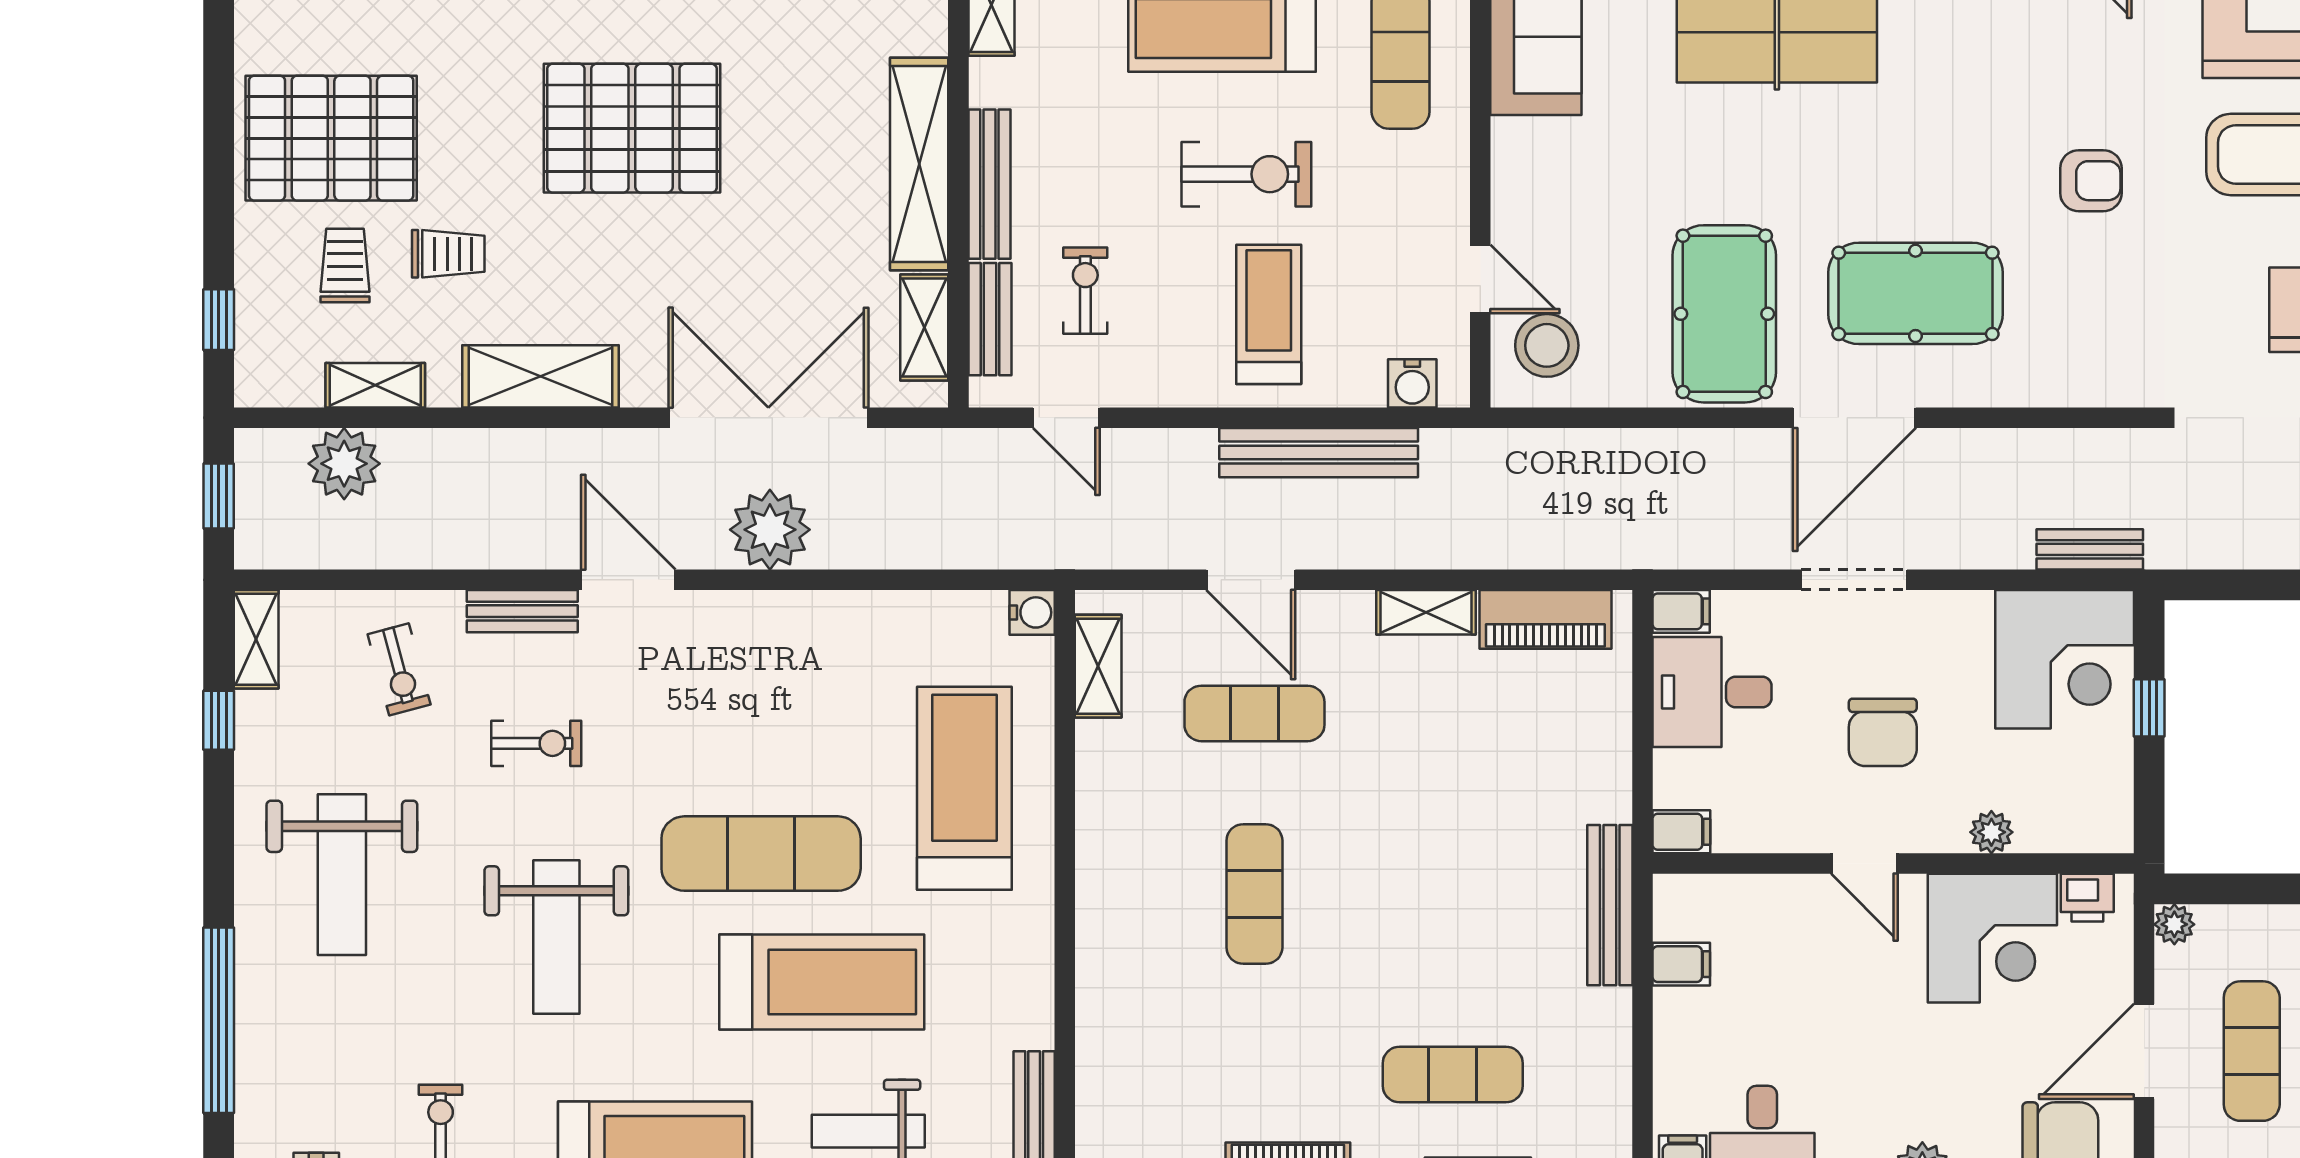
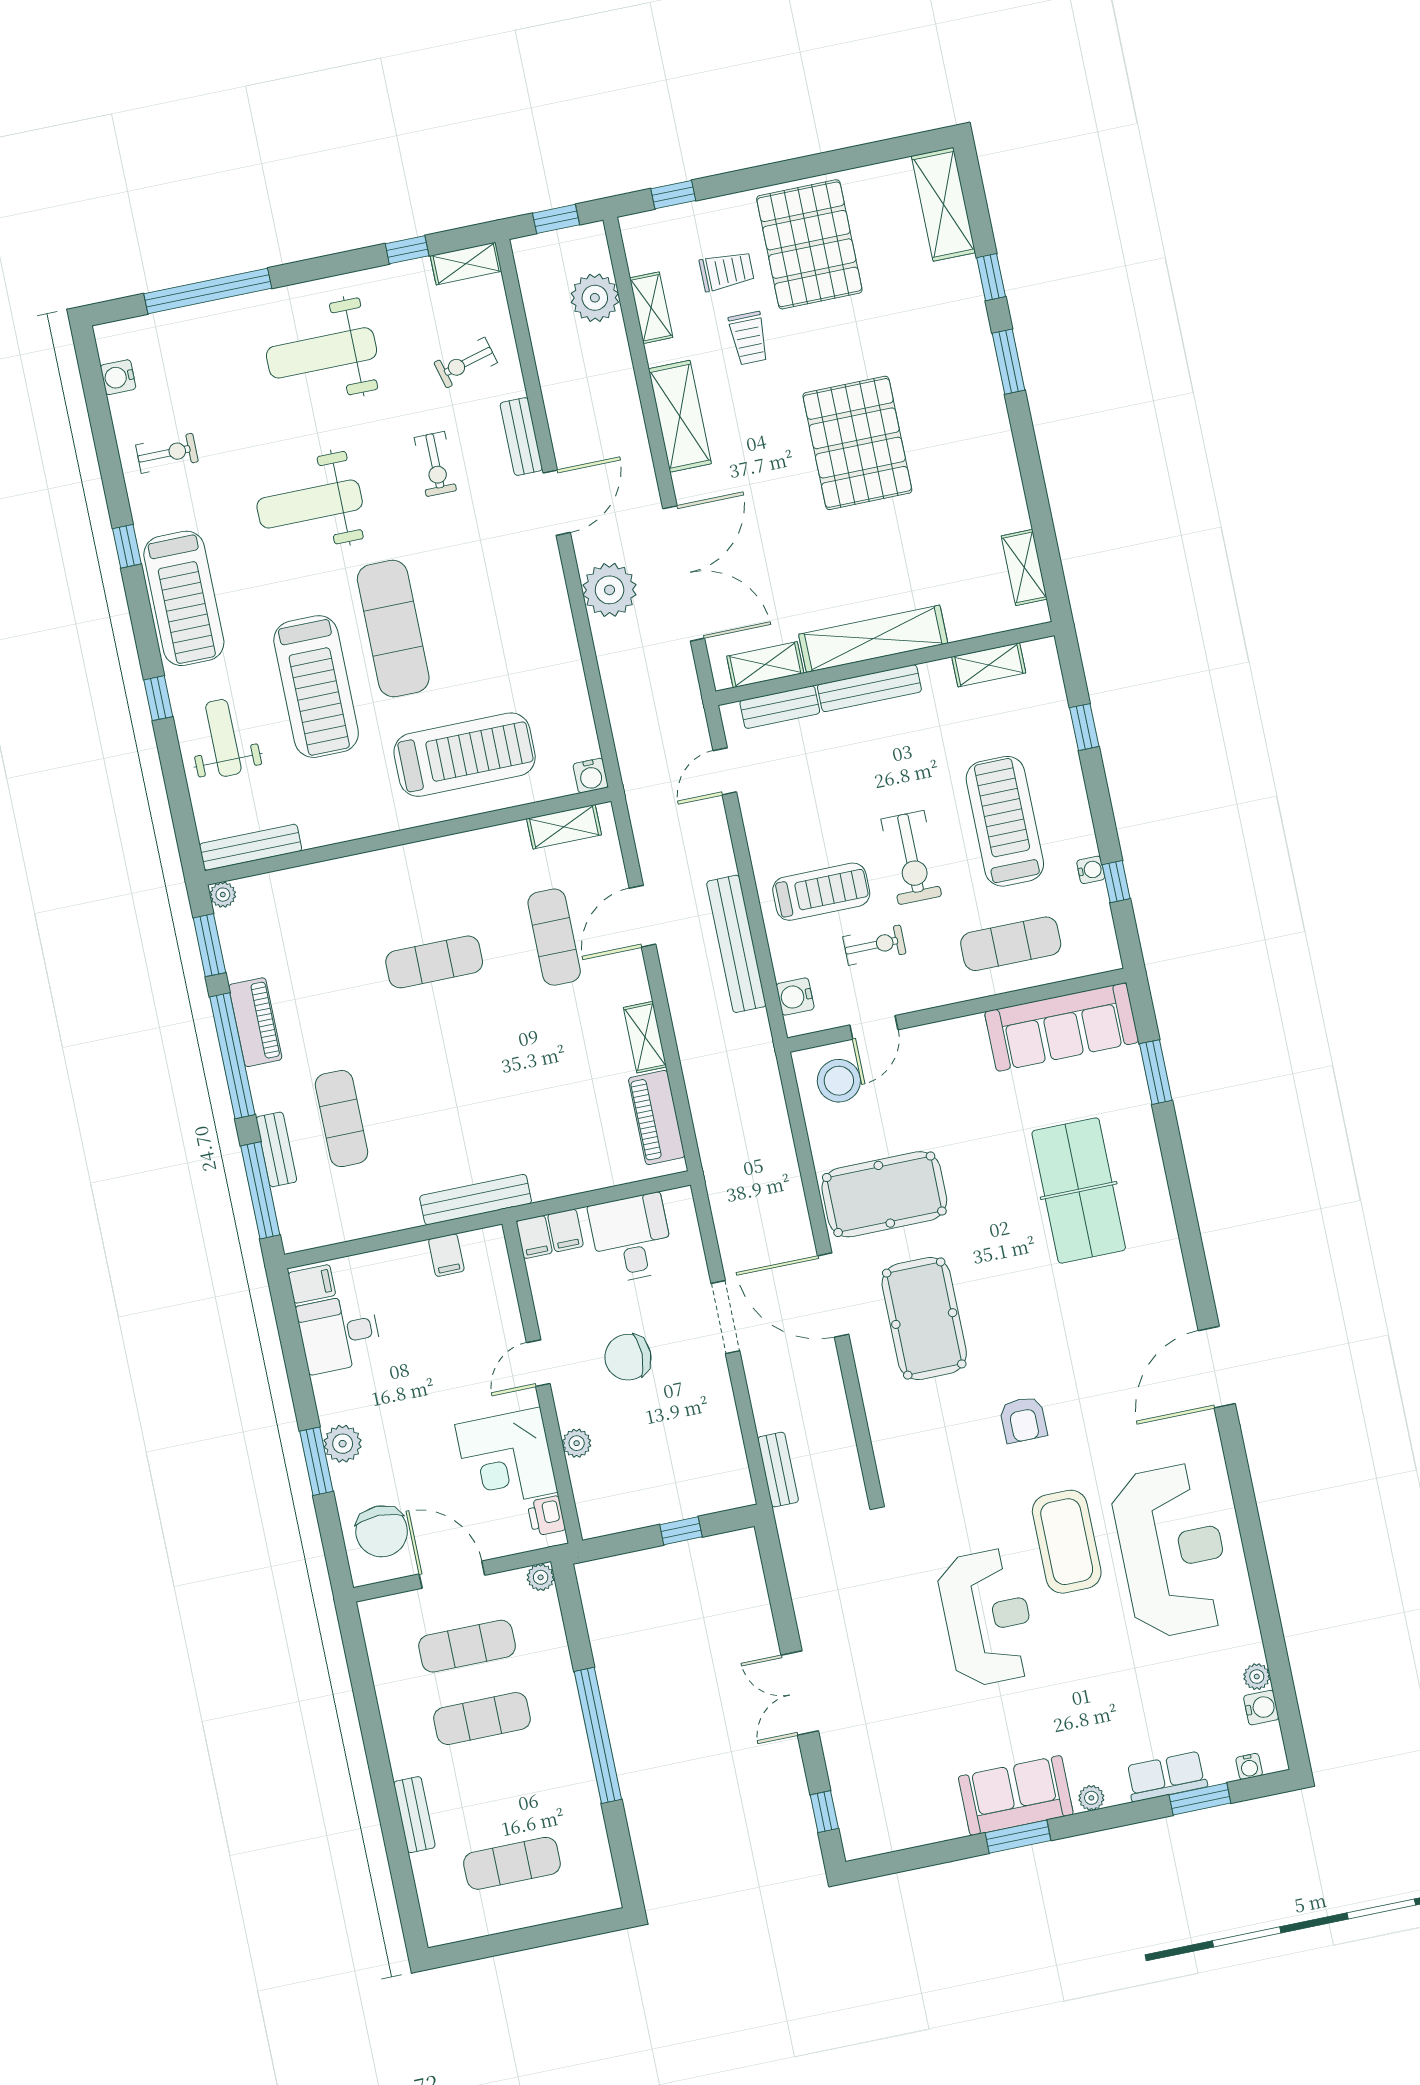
exercise bike: (1085, 291) -> (874, 945), moved
filing cabinet: (1681, 611) -> (565, 1230), moved
corner desk: (2065, 659) -> (702, 1468), removed

